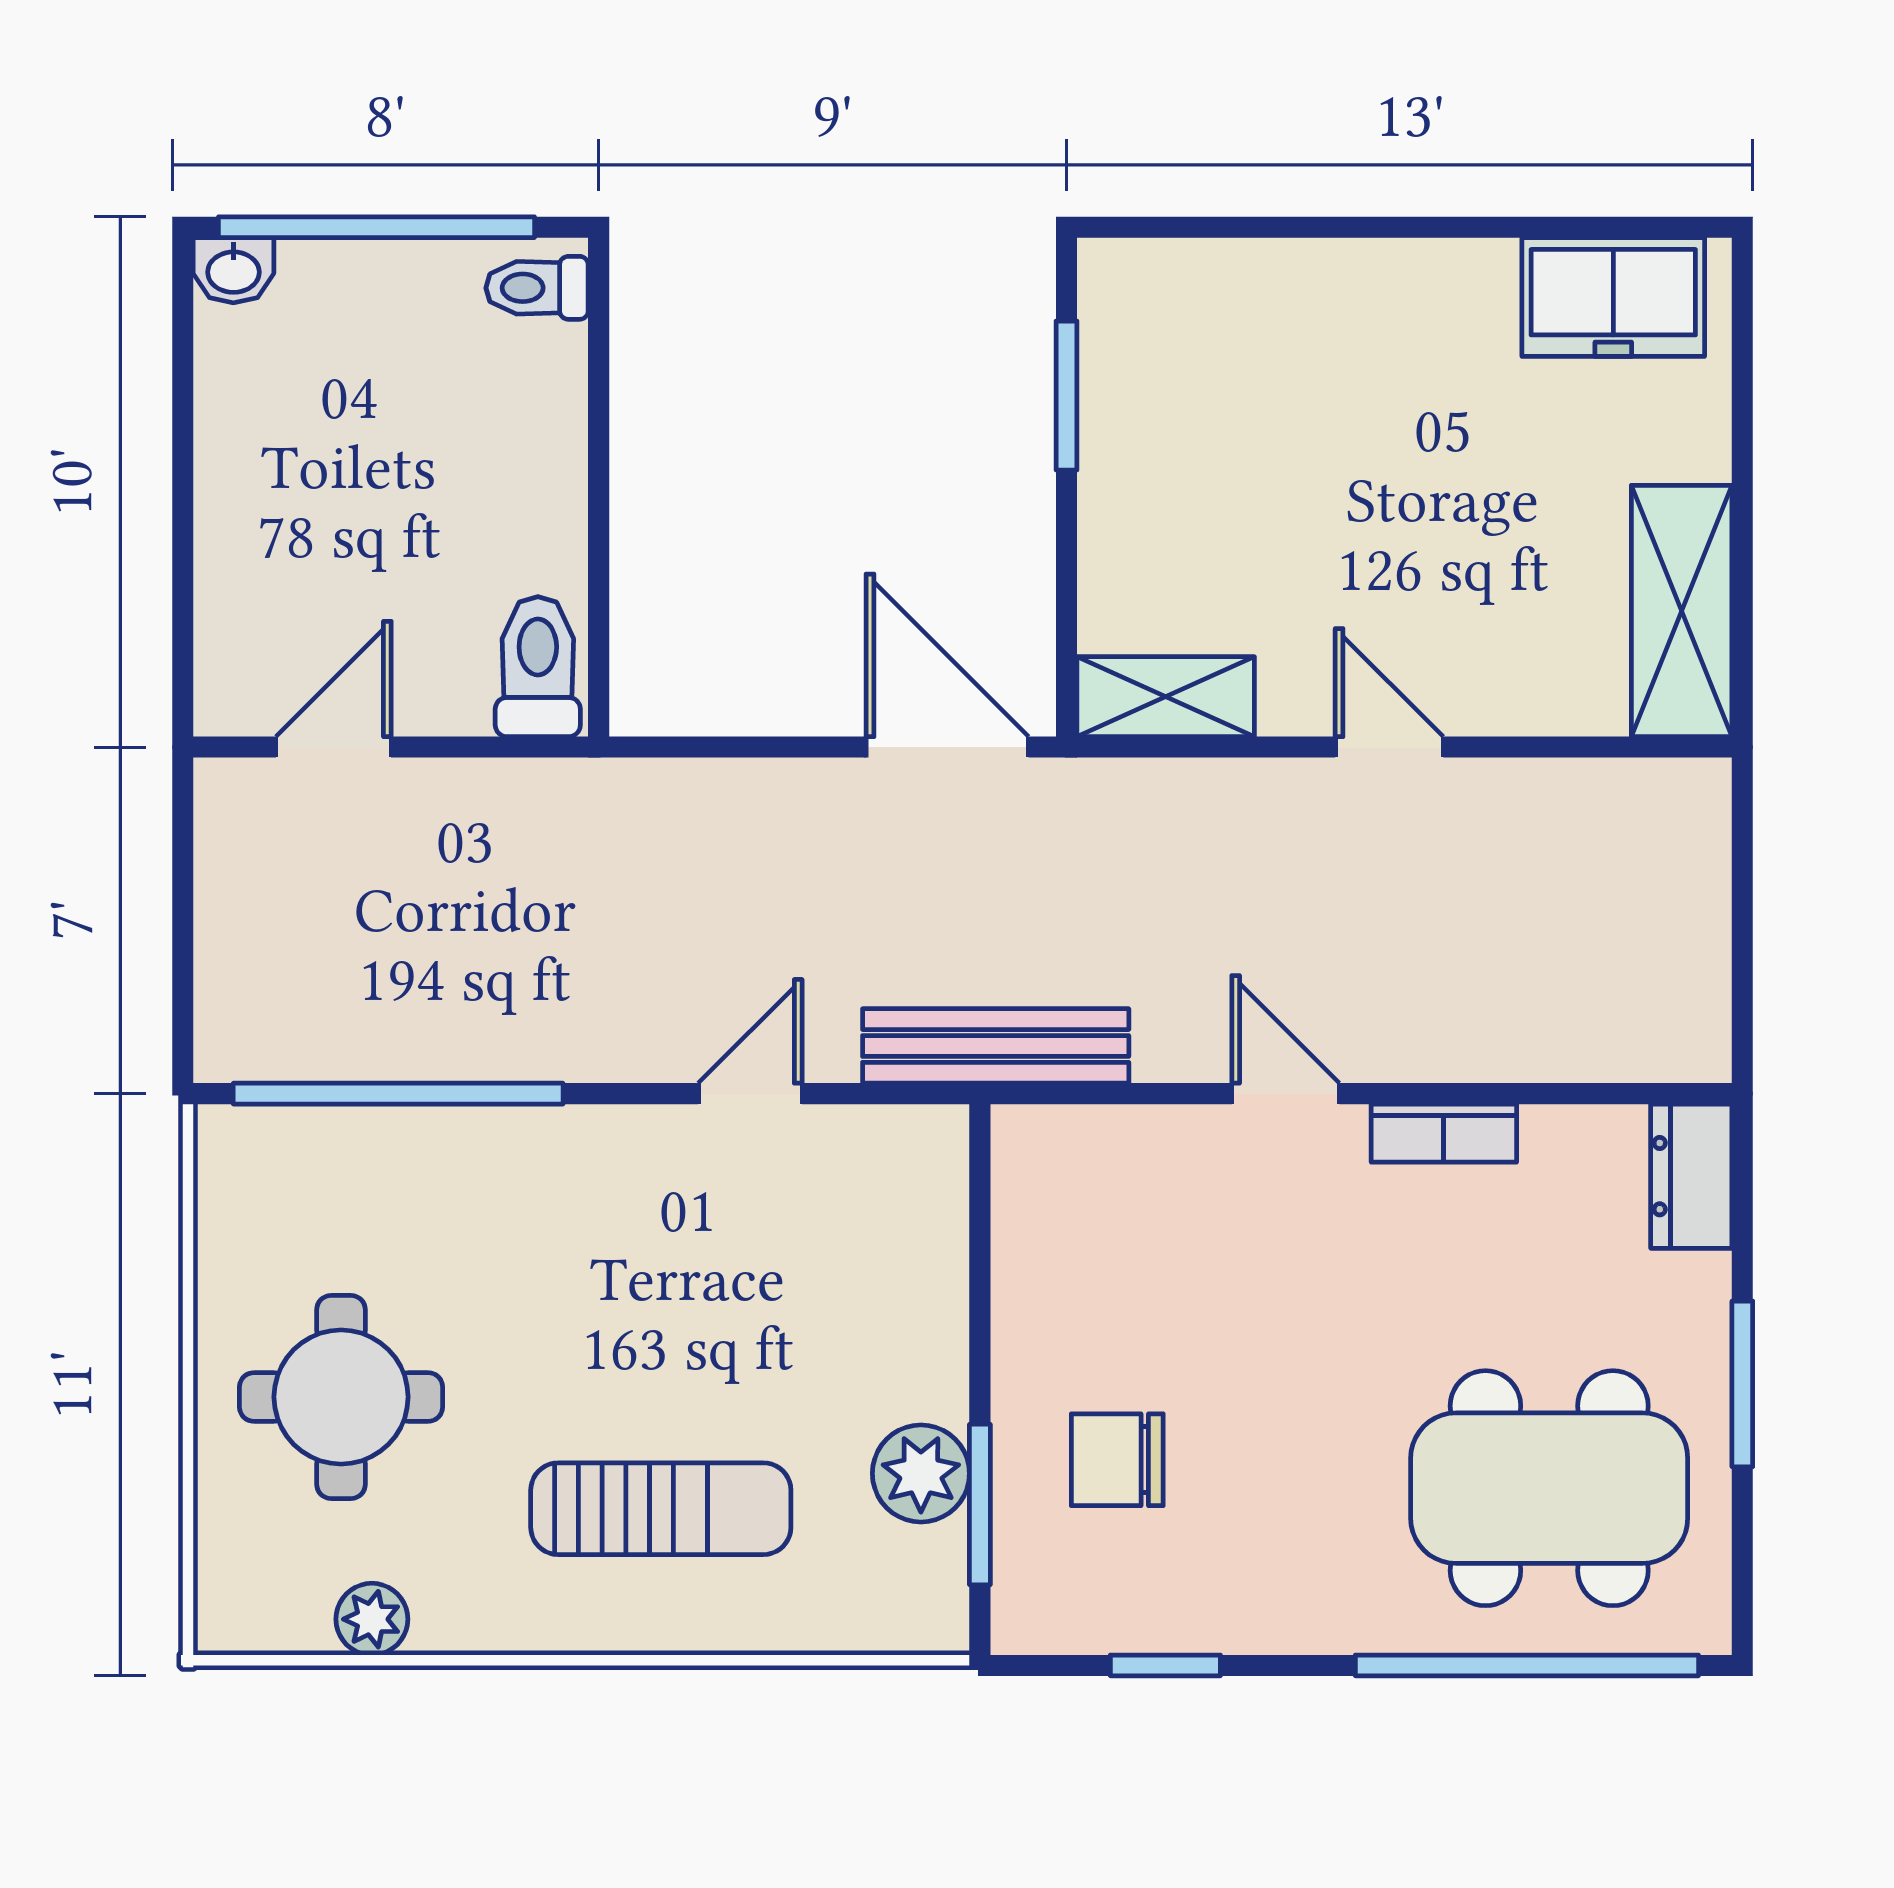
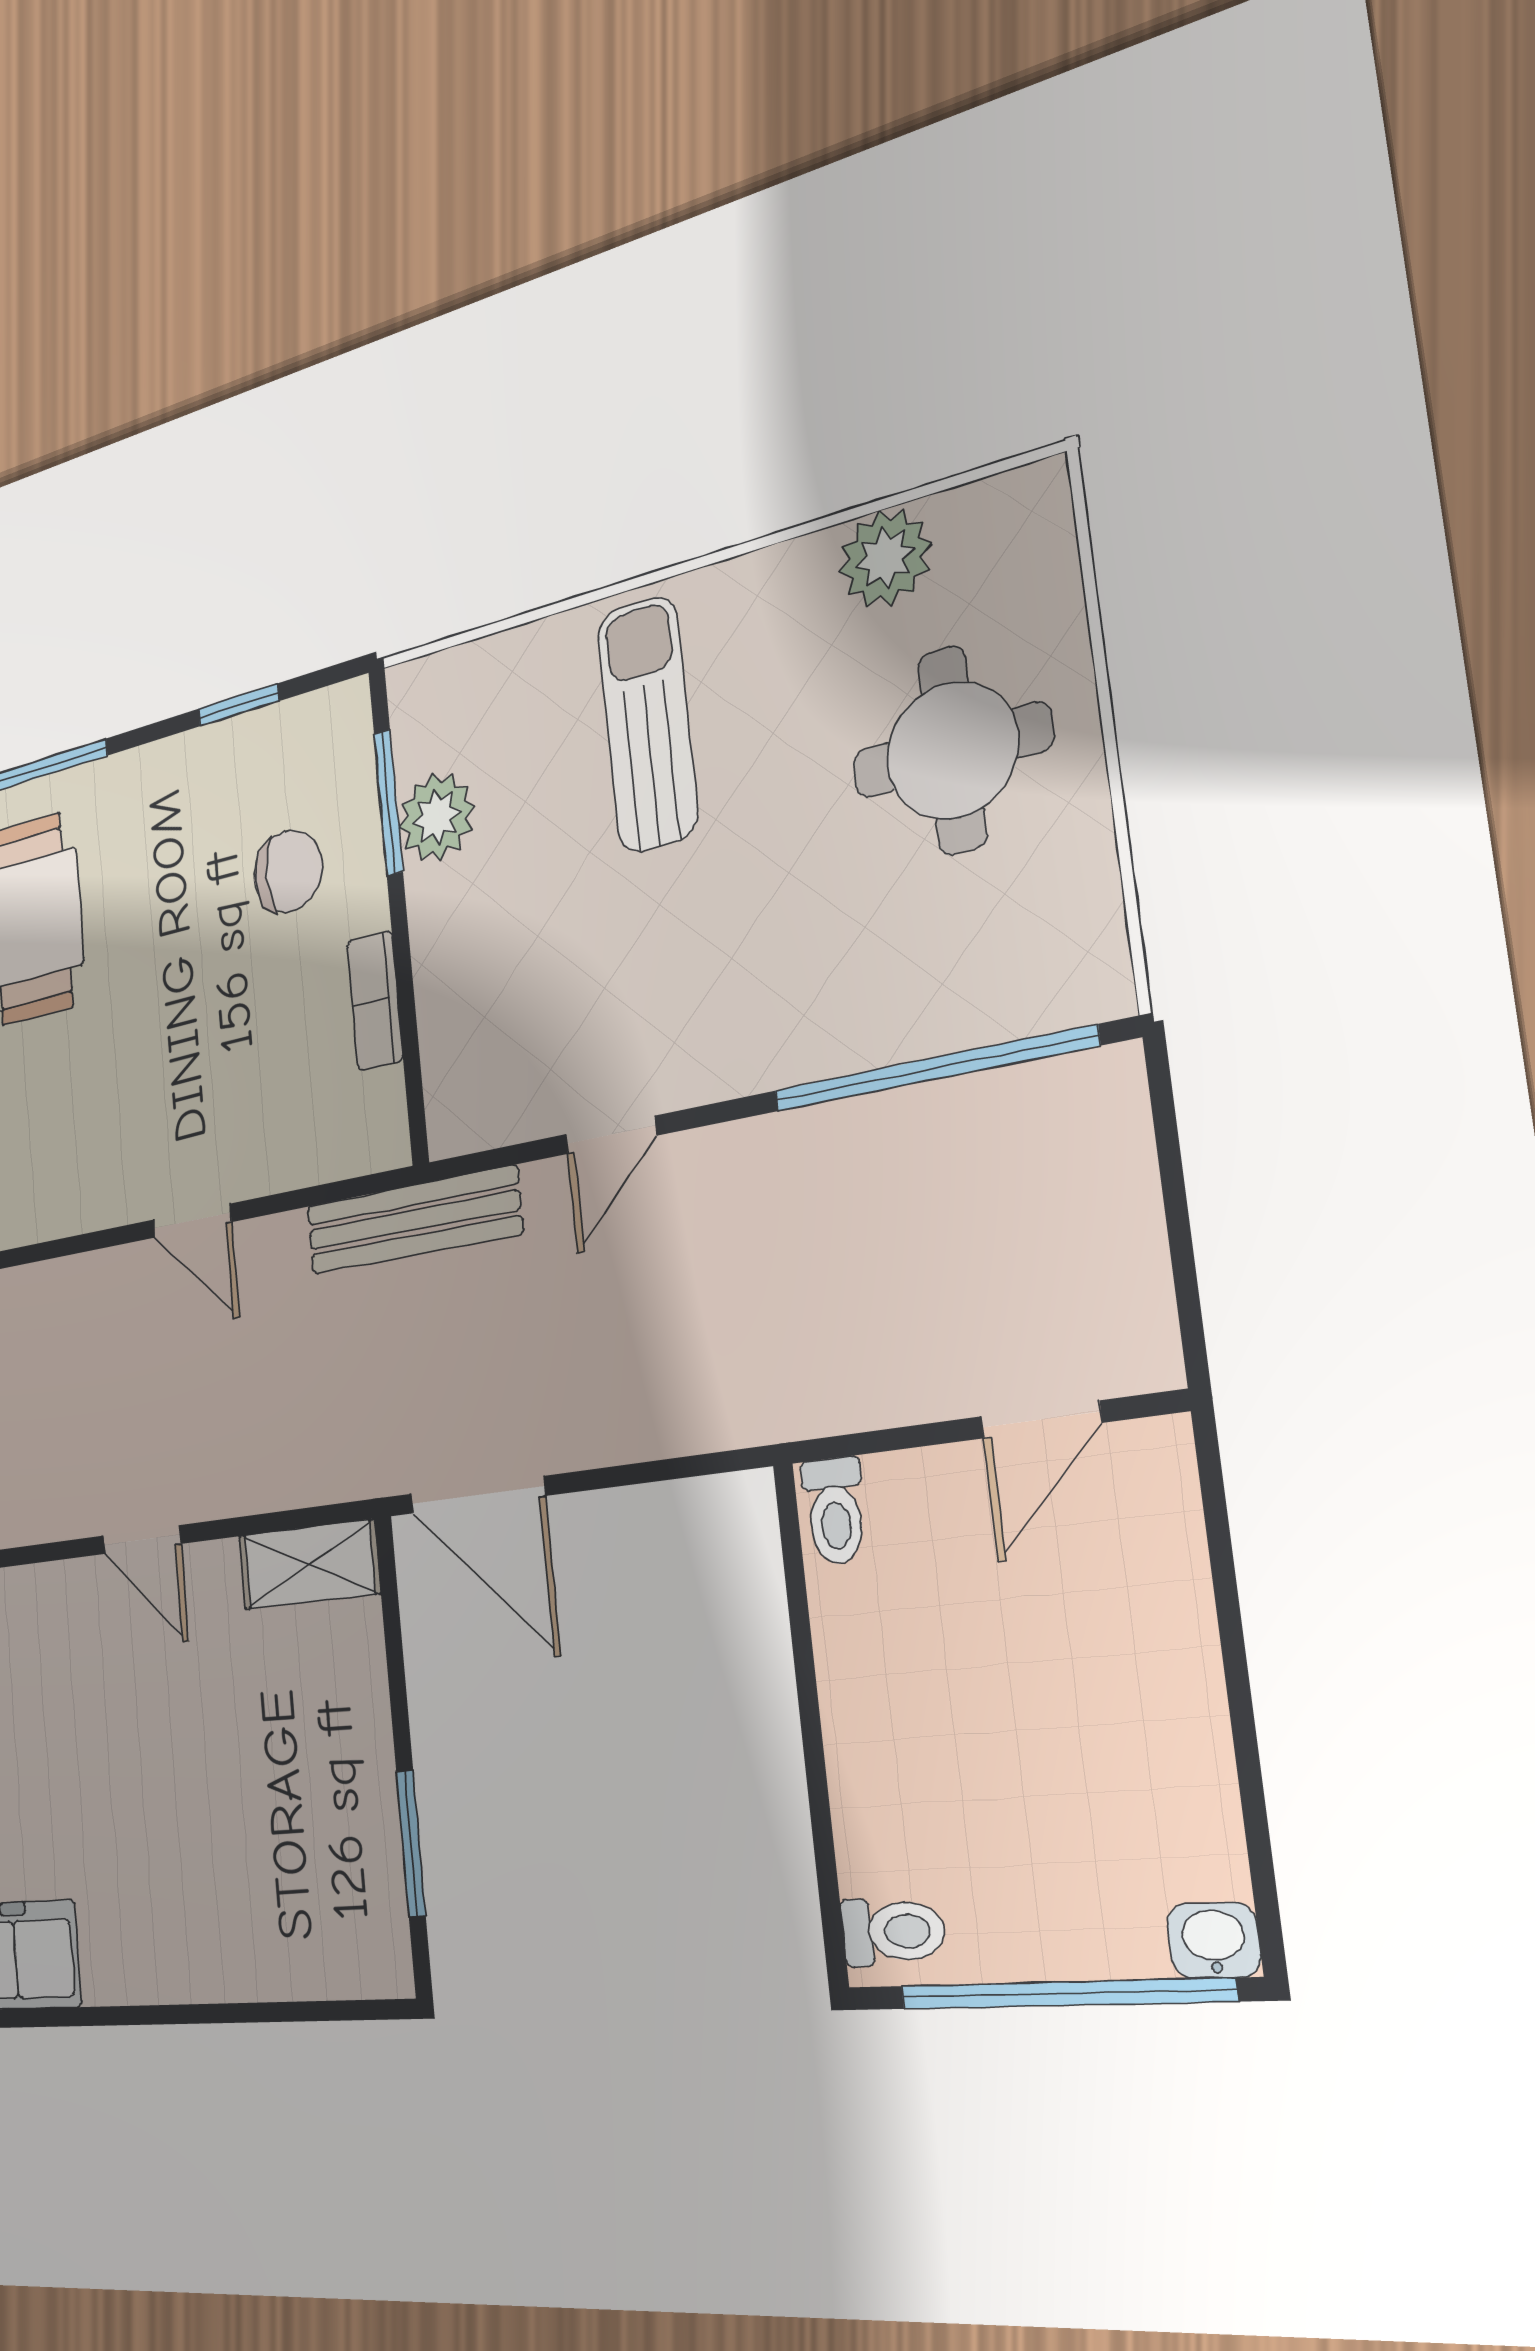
toilet: (538, 667) -> (835, 1511), width x0.73, depth x0.72
bookcase: (1444, 1133) -> (375, 1001), moved, turned -90
sun lounger: (661, 1509) -> (647, 724), turned 90
plant: (372, 1619) -> (885, 558), width x1.38, depth x1.38

